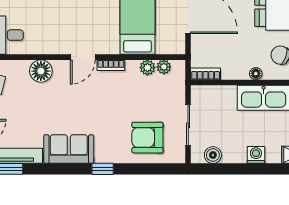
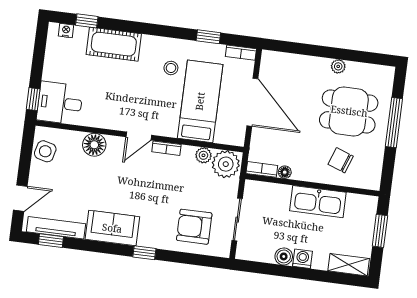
plant: (164, 67) -> (226, 164), width x1.88, depth x1.88
floor lamp: (256, 74) -> (285, 172), moved
boiler: (213, 155) -> (284, 256), moved

